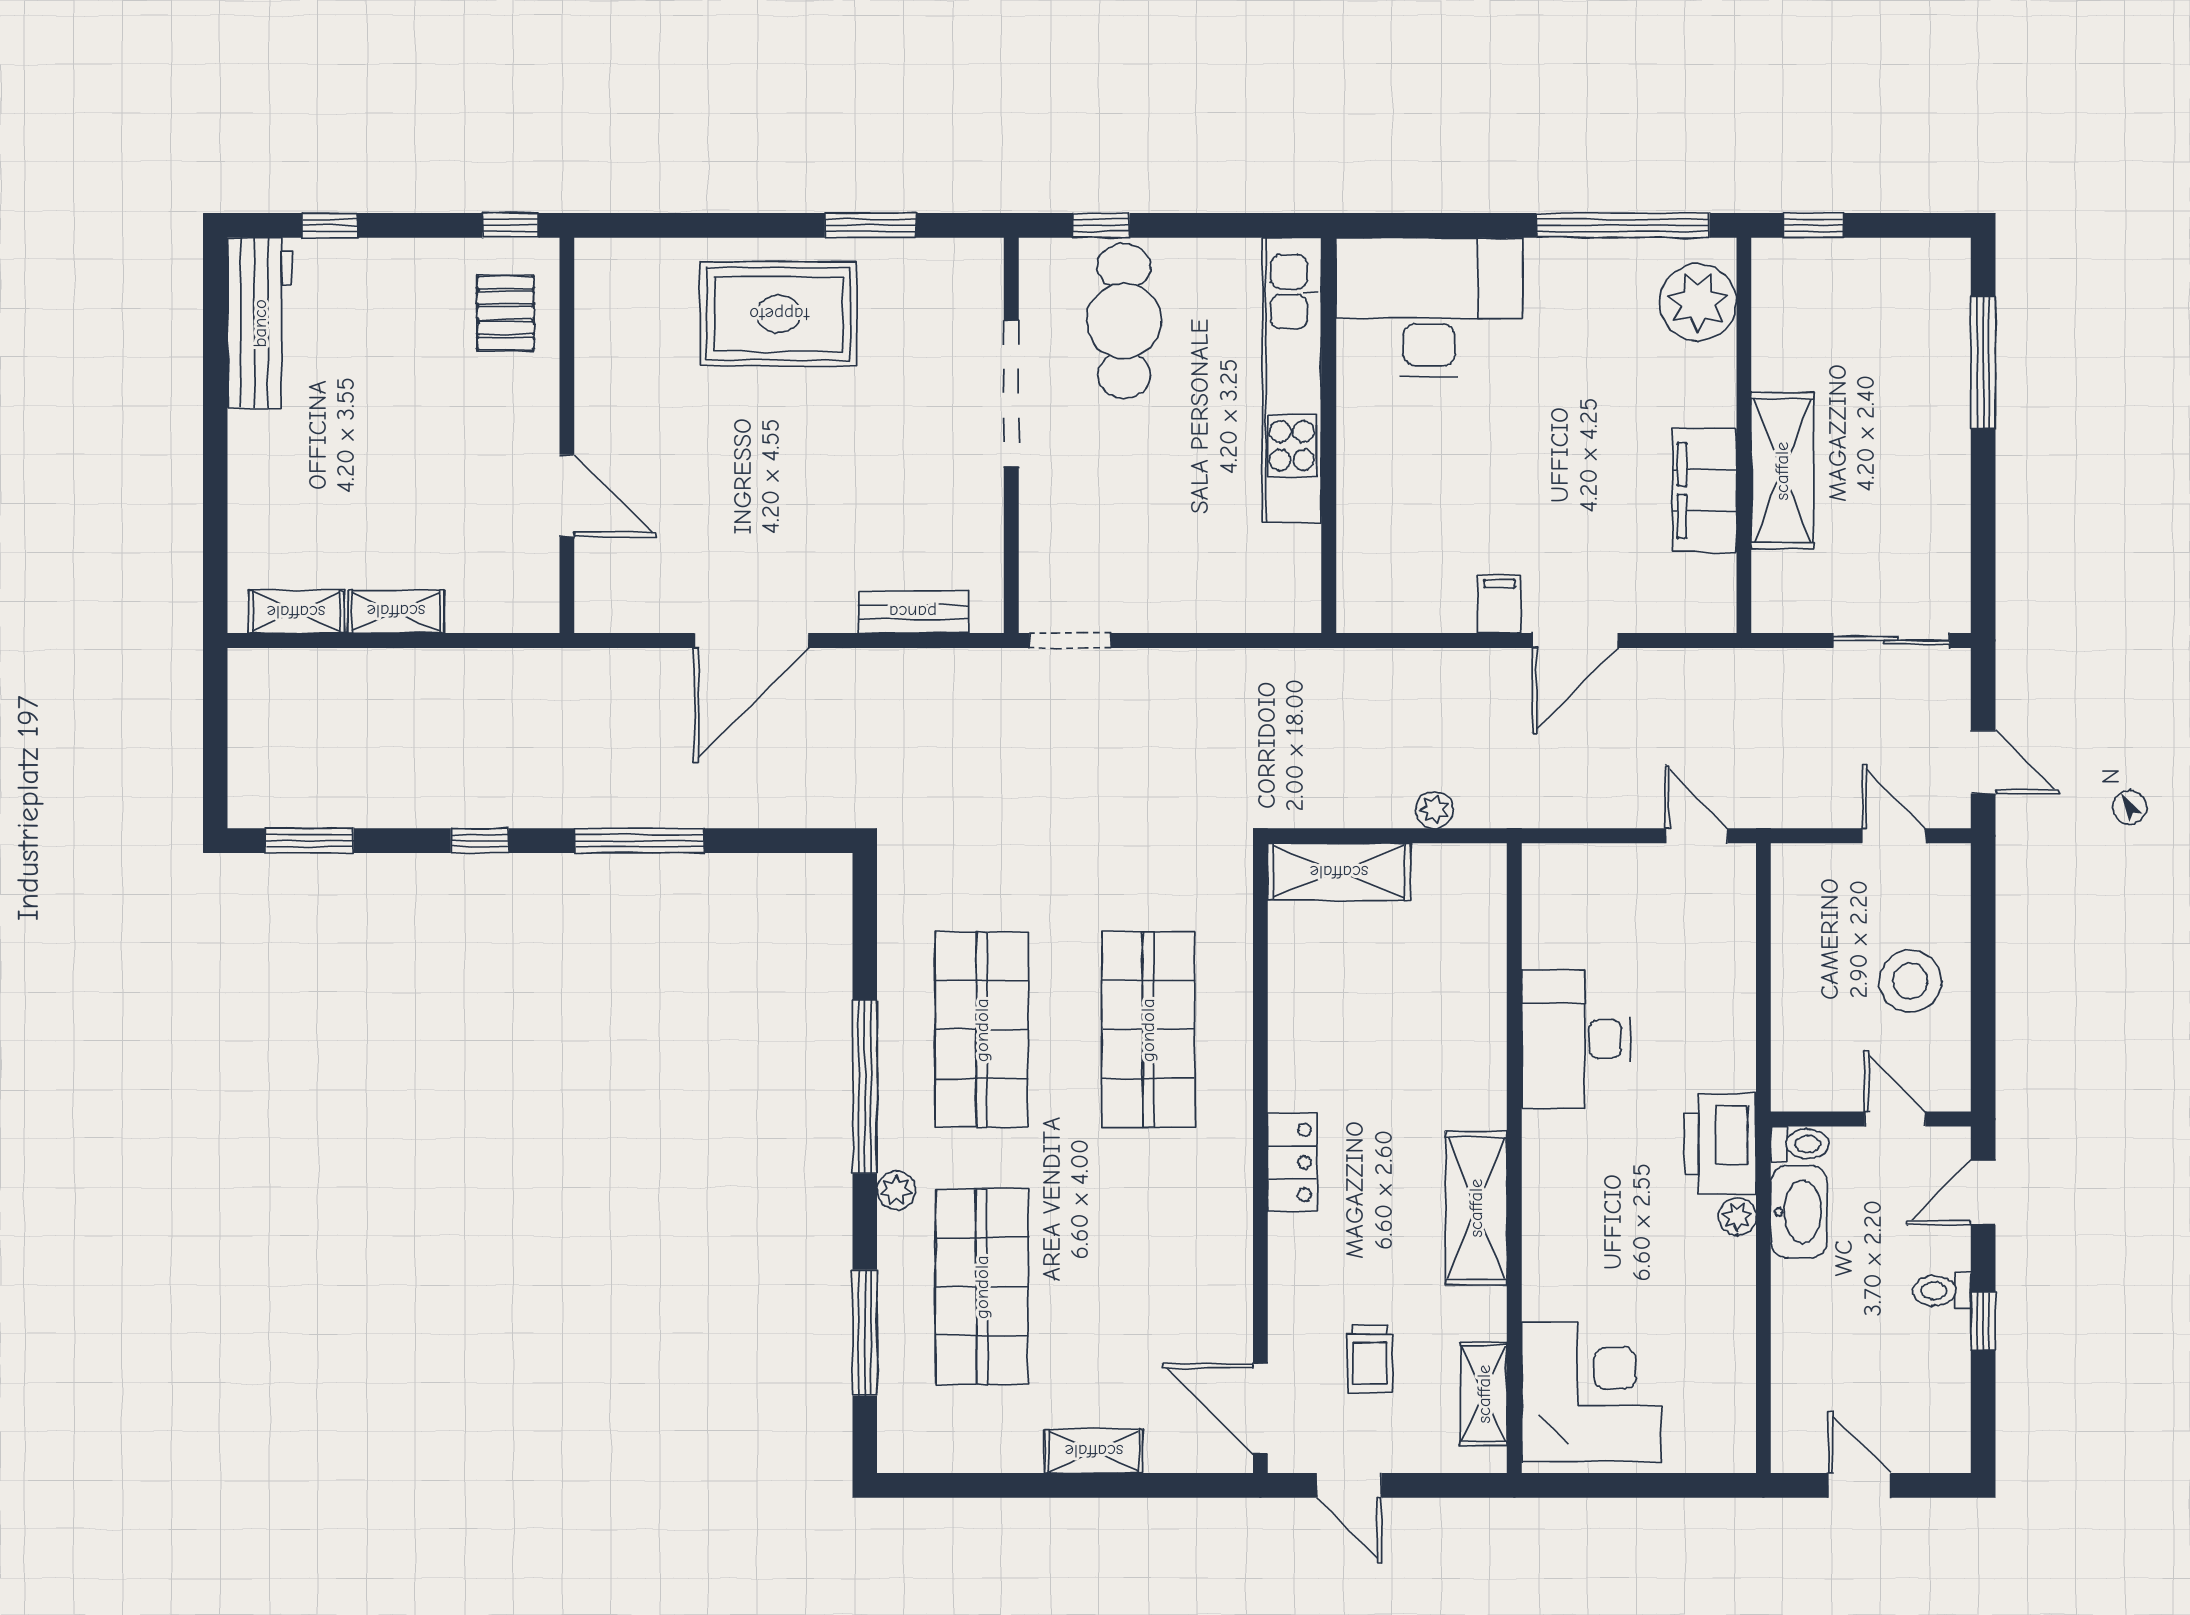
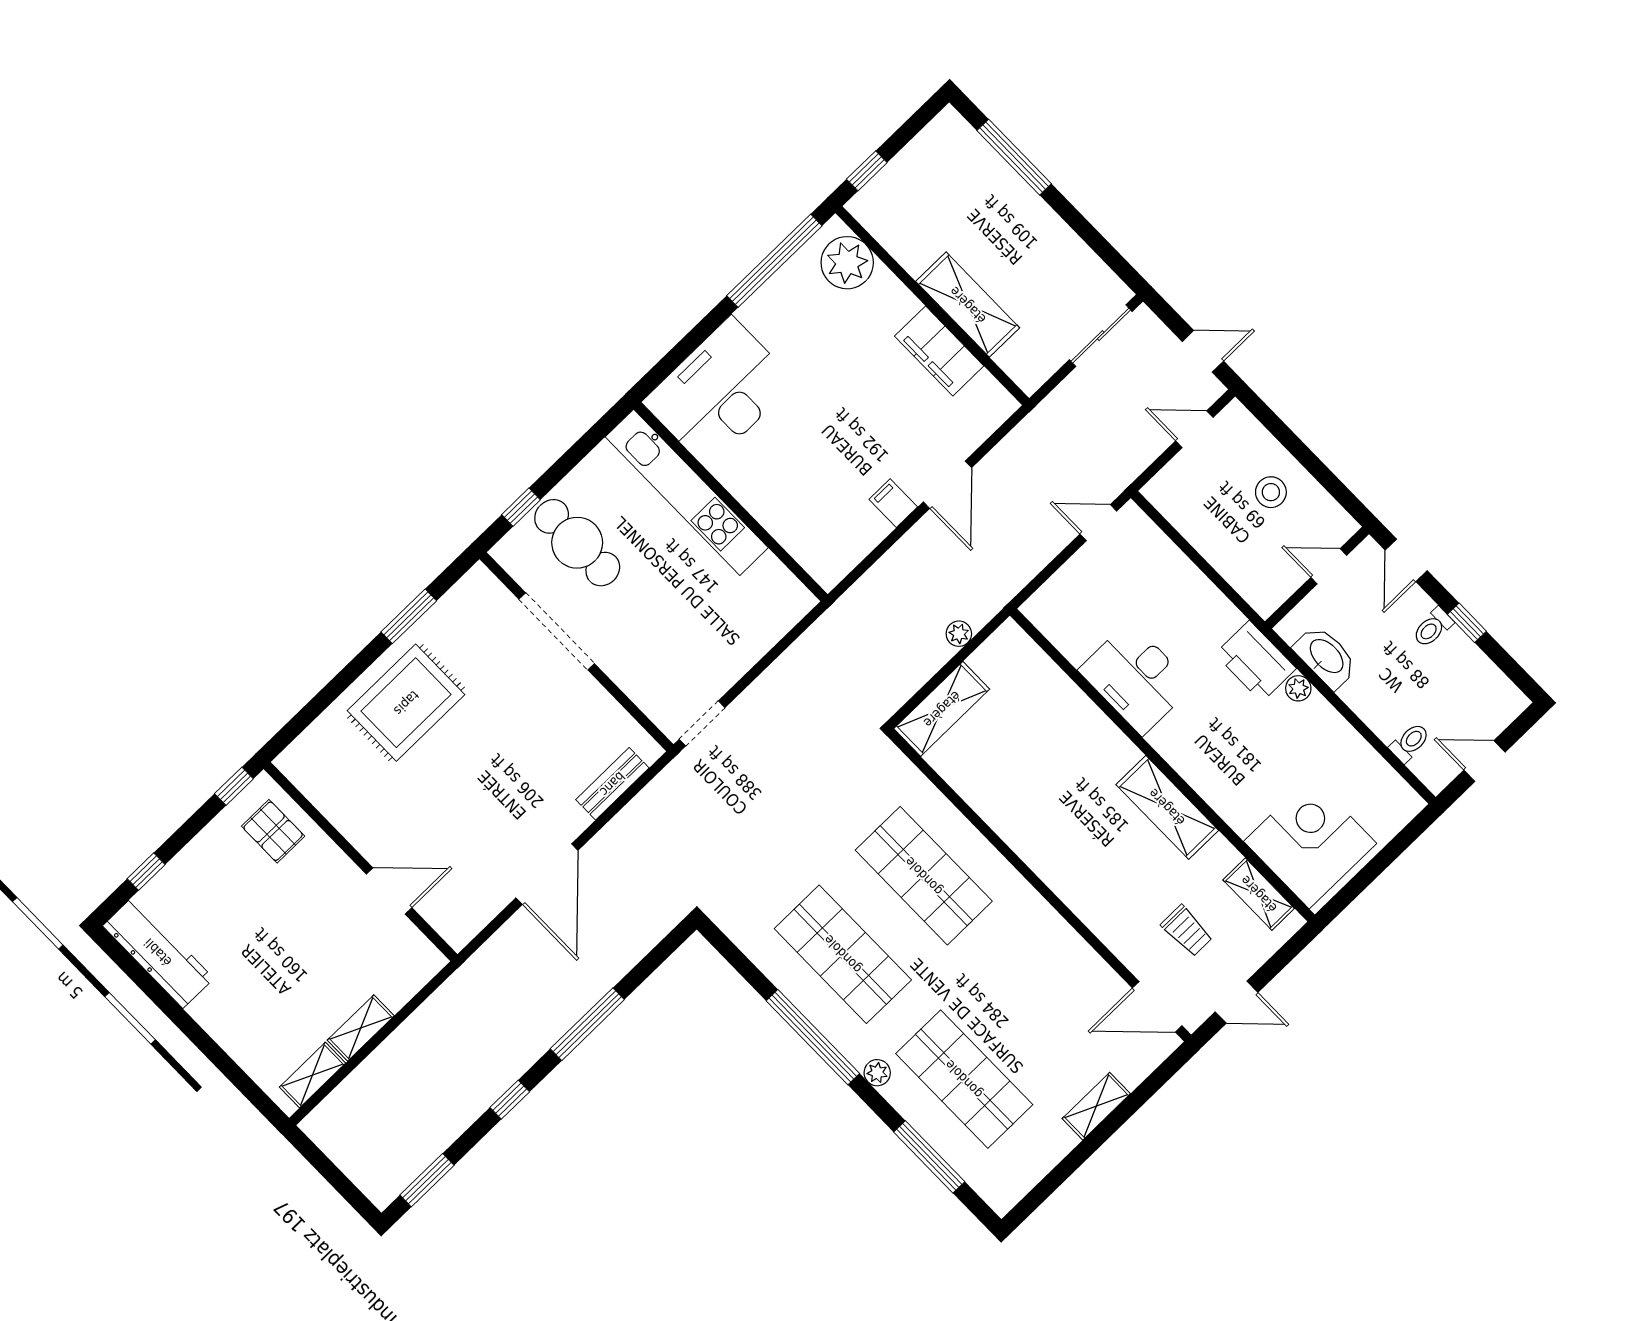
stool: (1910, 981) -> (1271, 492), width x0.73, depth x0.73
toilet: (1800, 1144) -> (1410, 742), moved
locker: (1292, 1162) -> (1056, 872), removed

